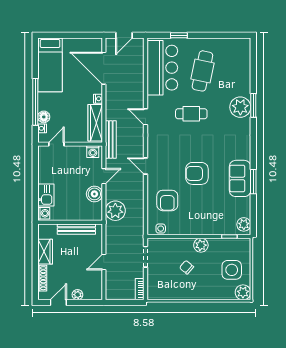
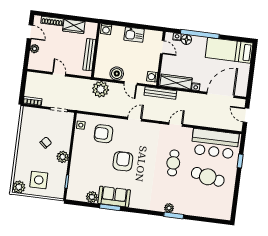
plant: (240, 107) -> (169, 208), width x0.53, depth x0.53
kitchen sink: (46, 195) -> (134, 35), moved
plant: (244, 224) -> (92, 197), moved

